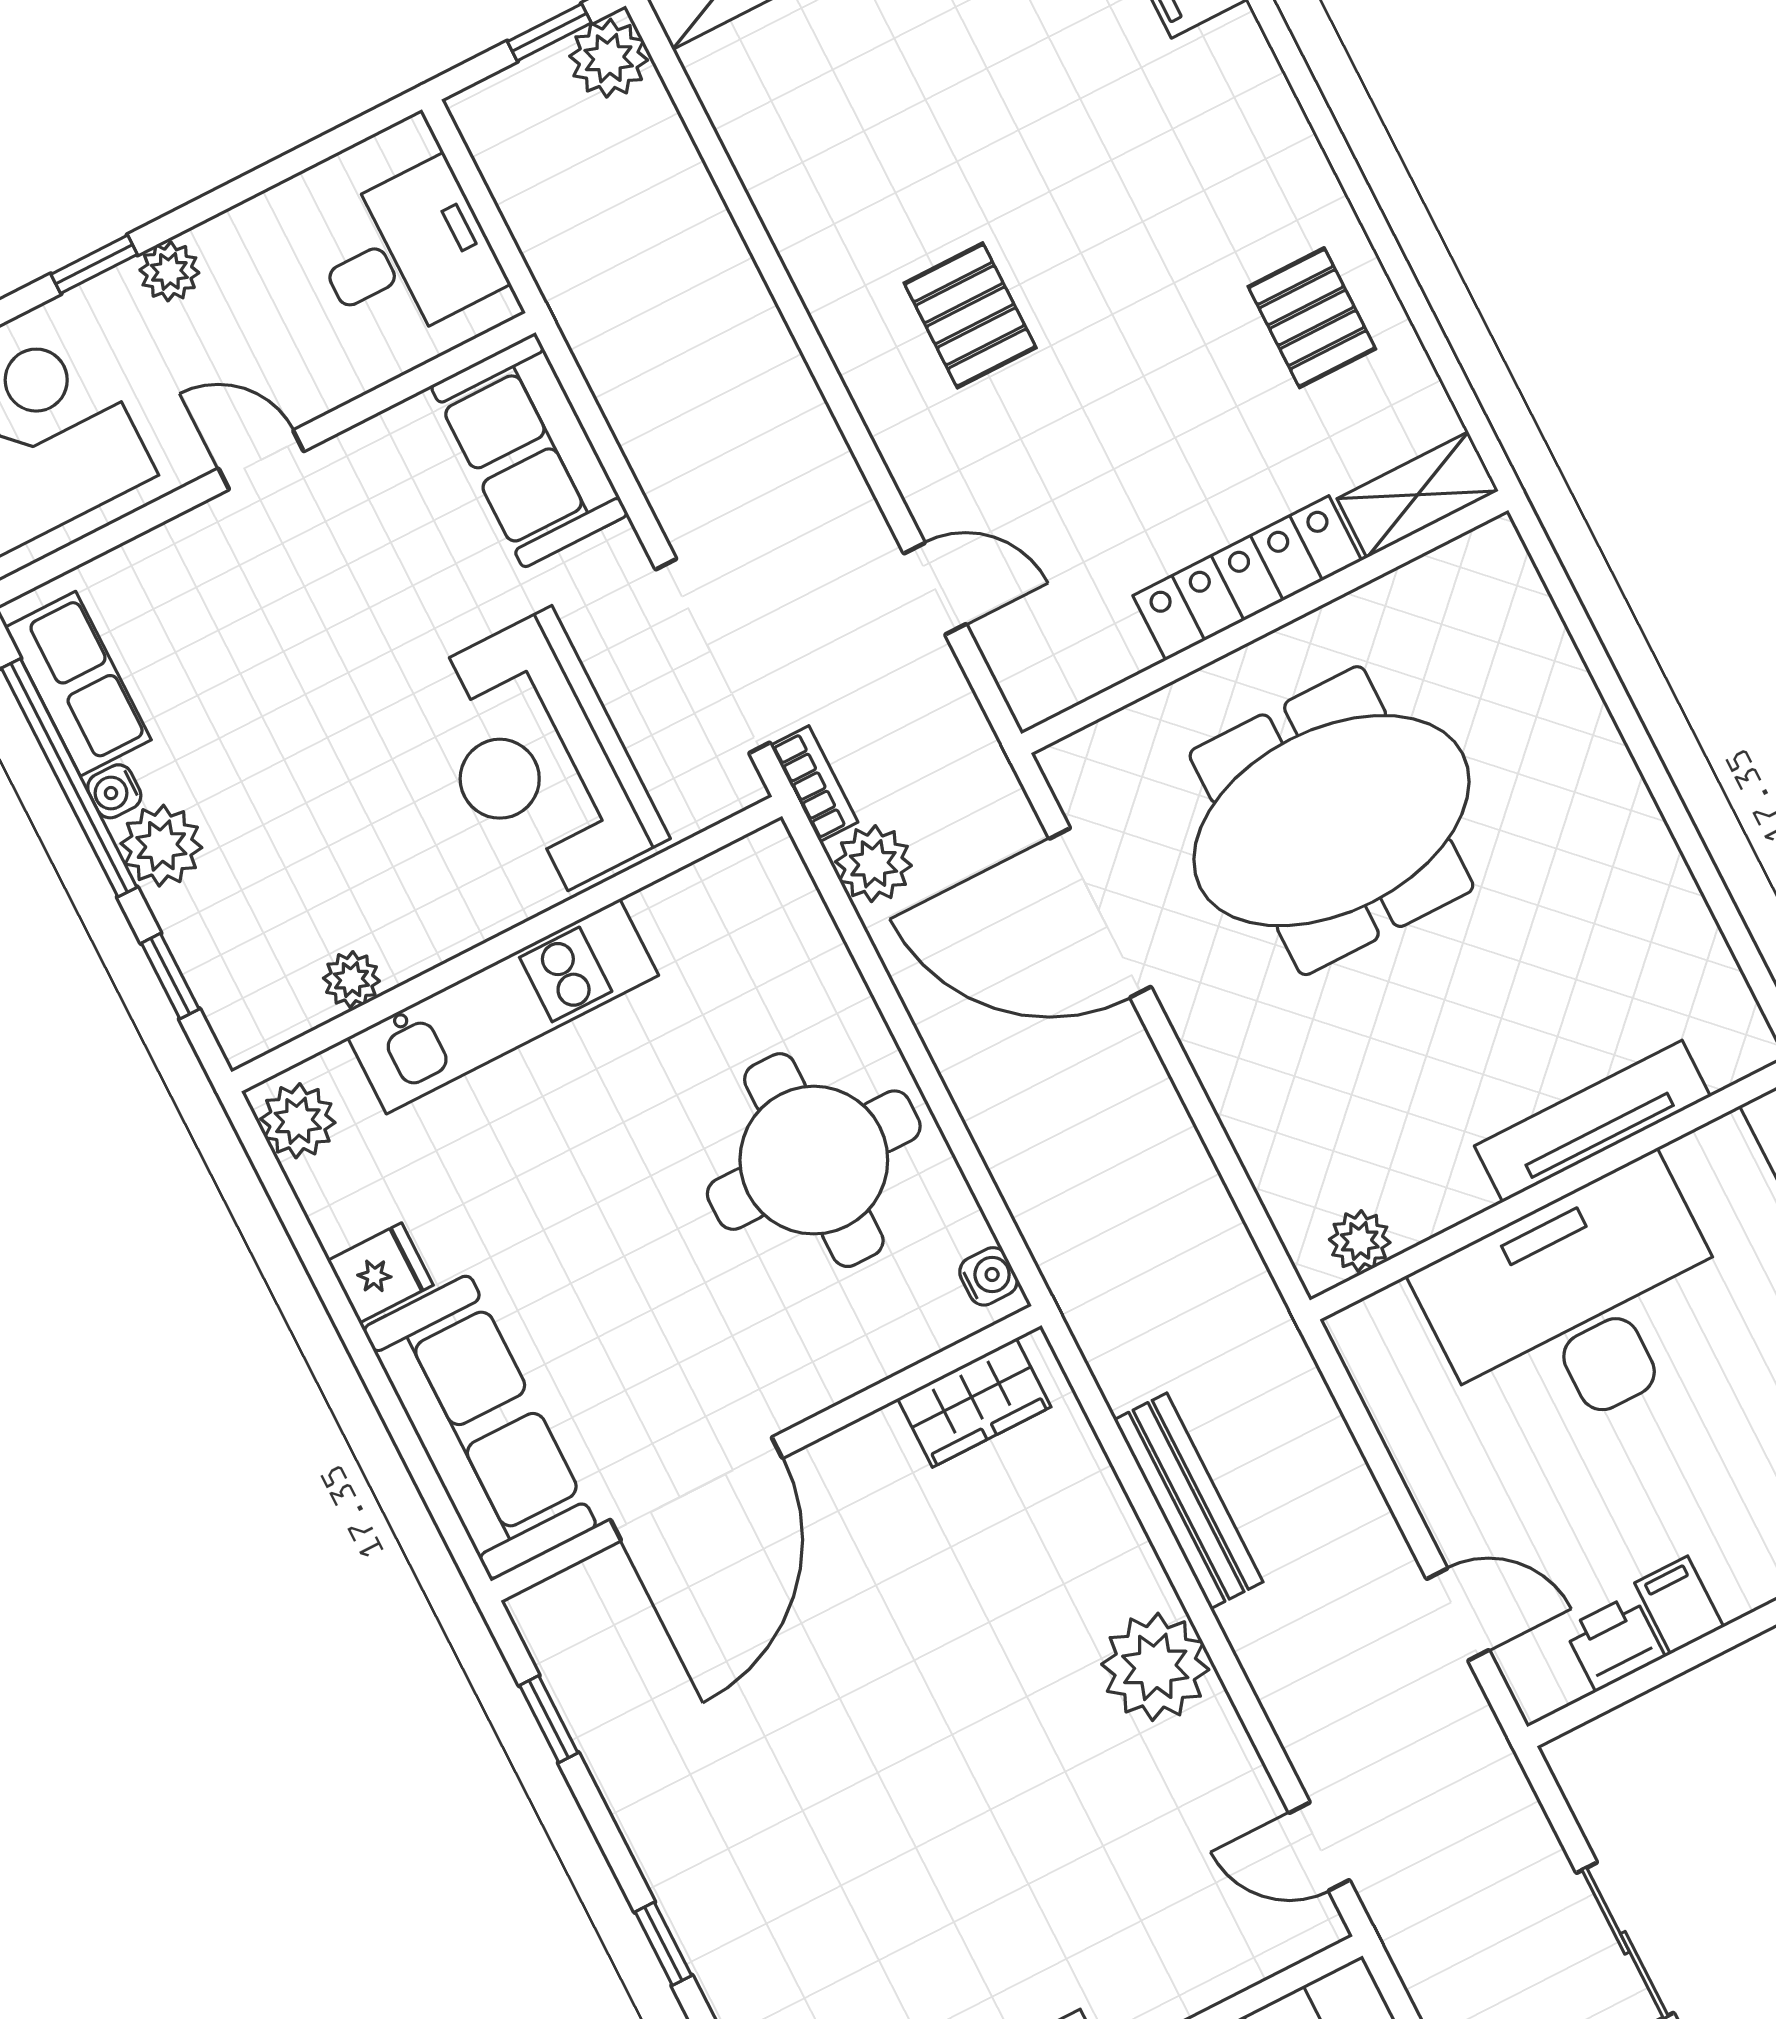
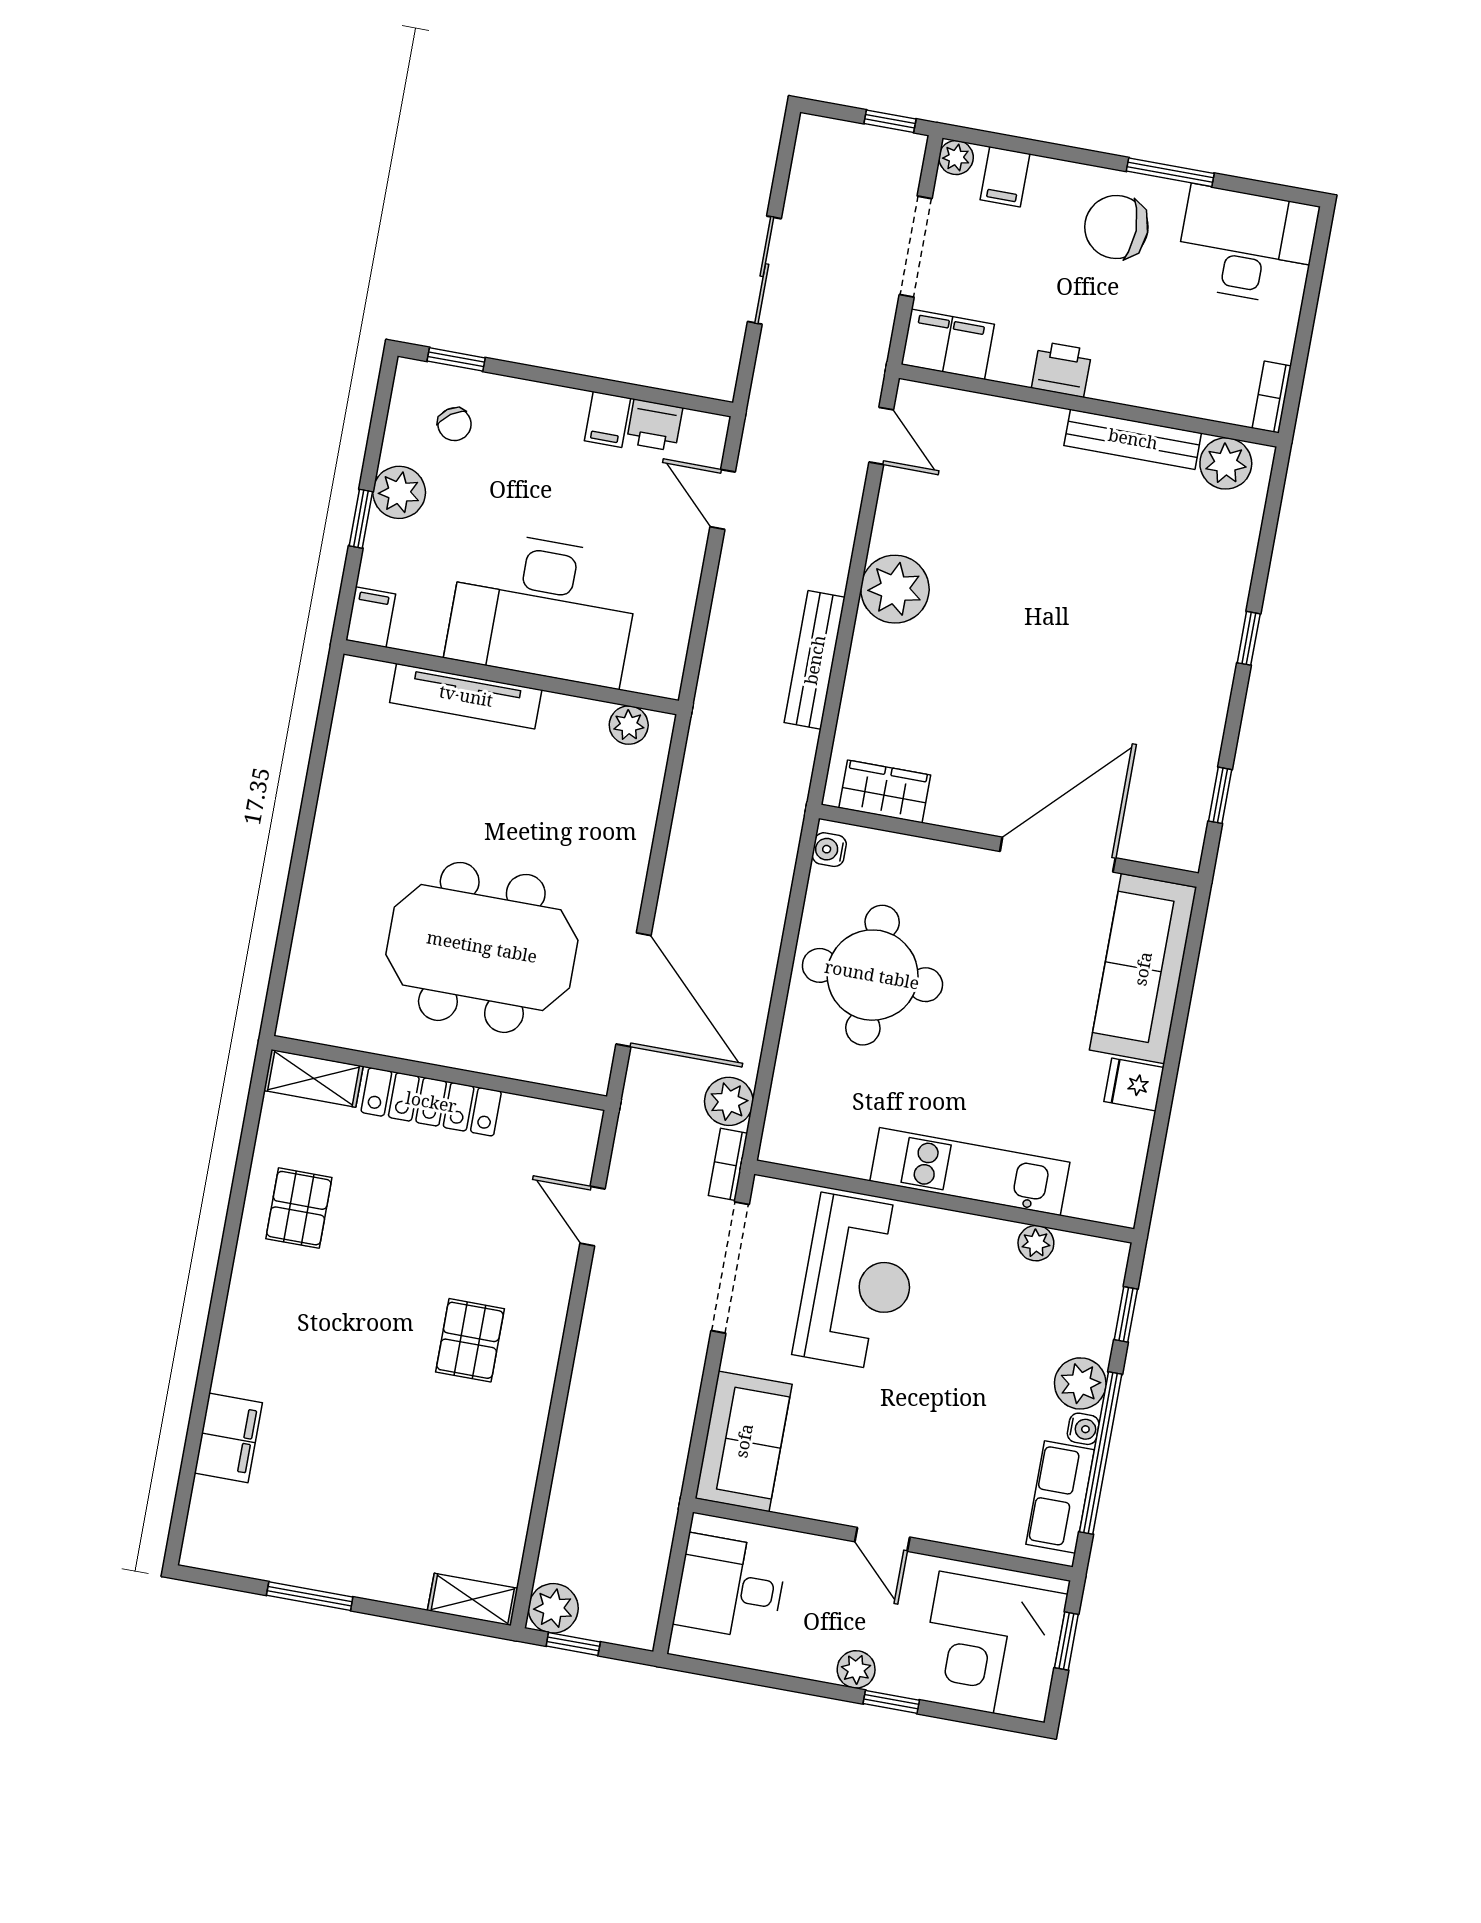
plant: (298, 1121) -> (1117, 1193), removed

